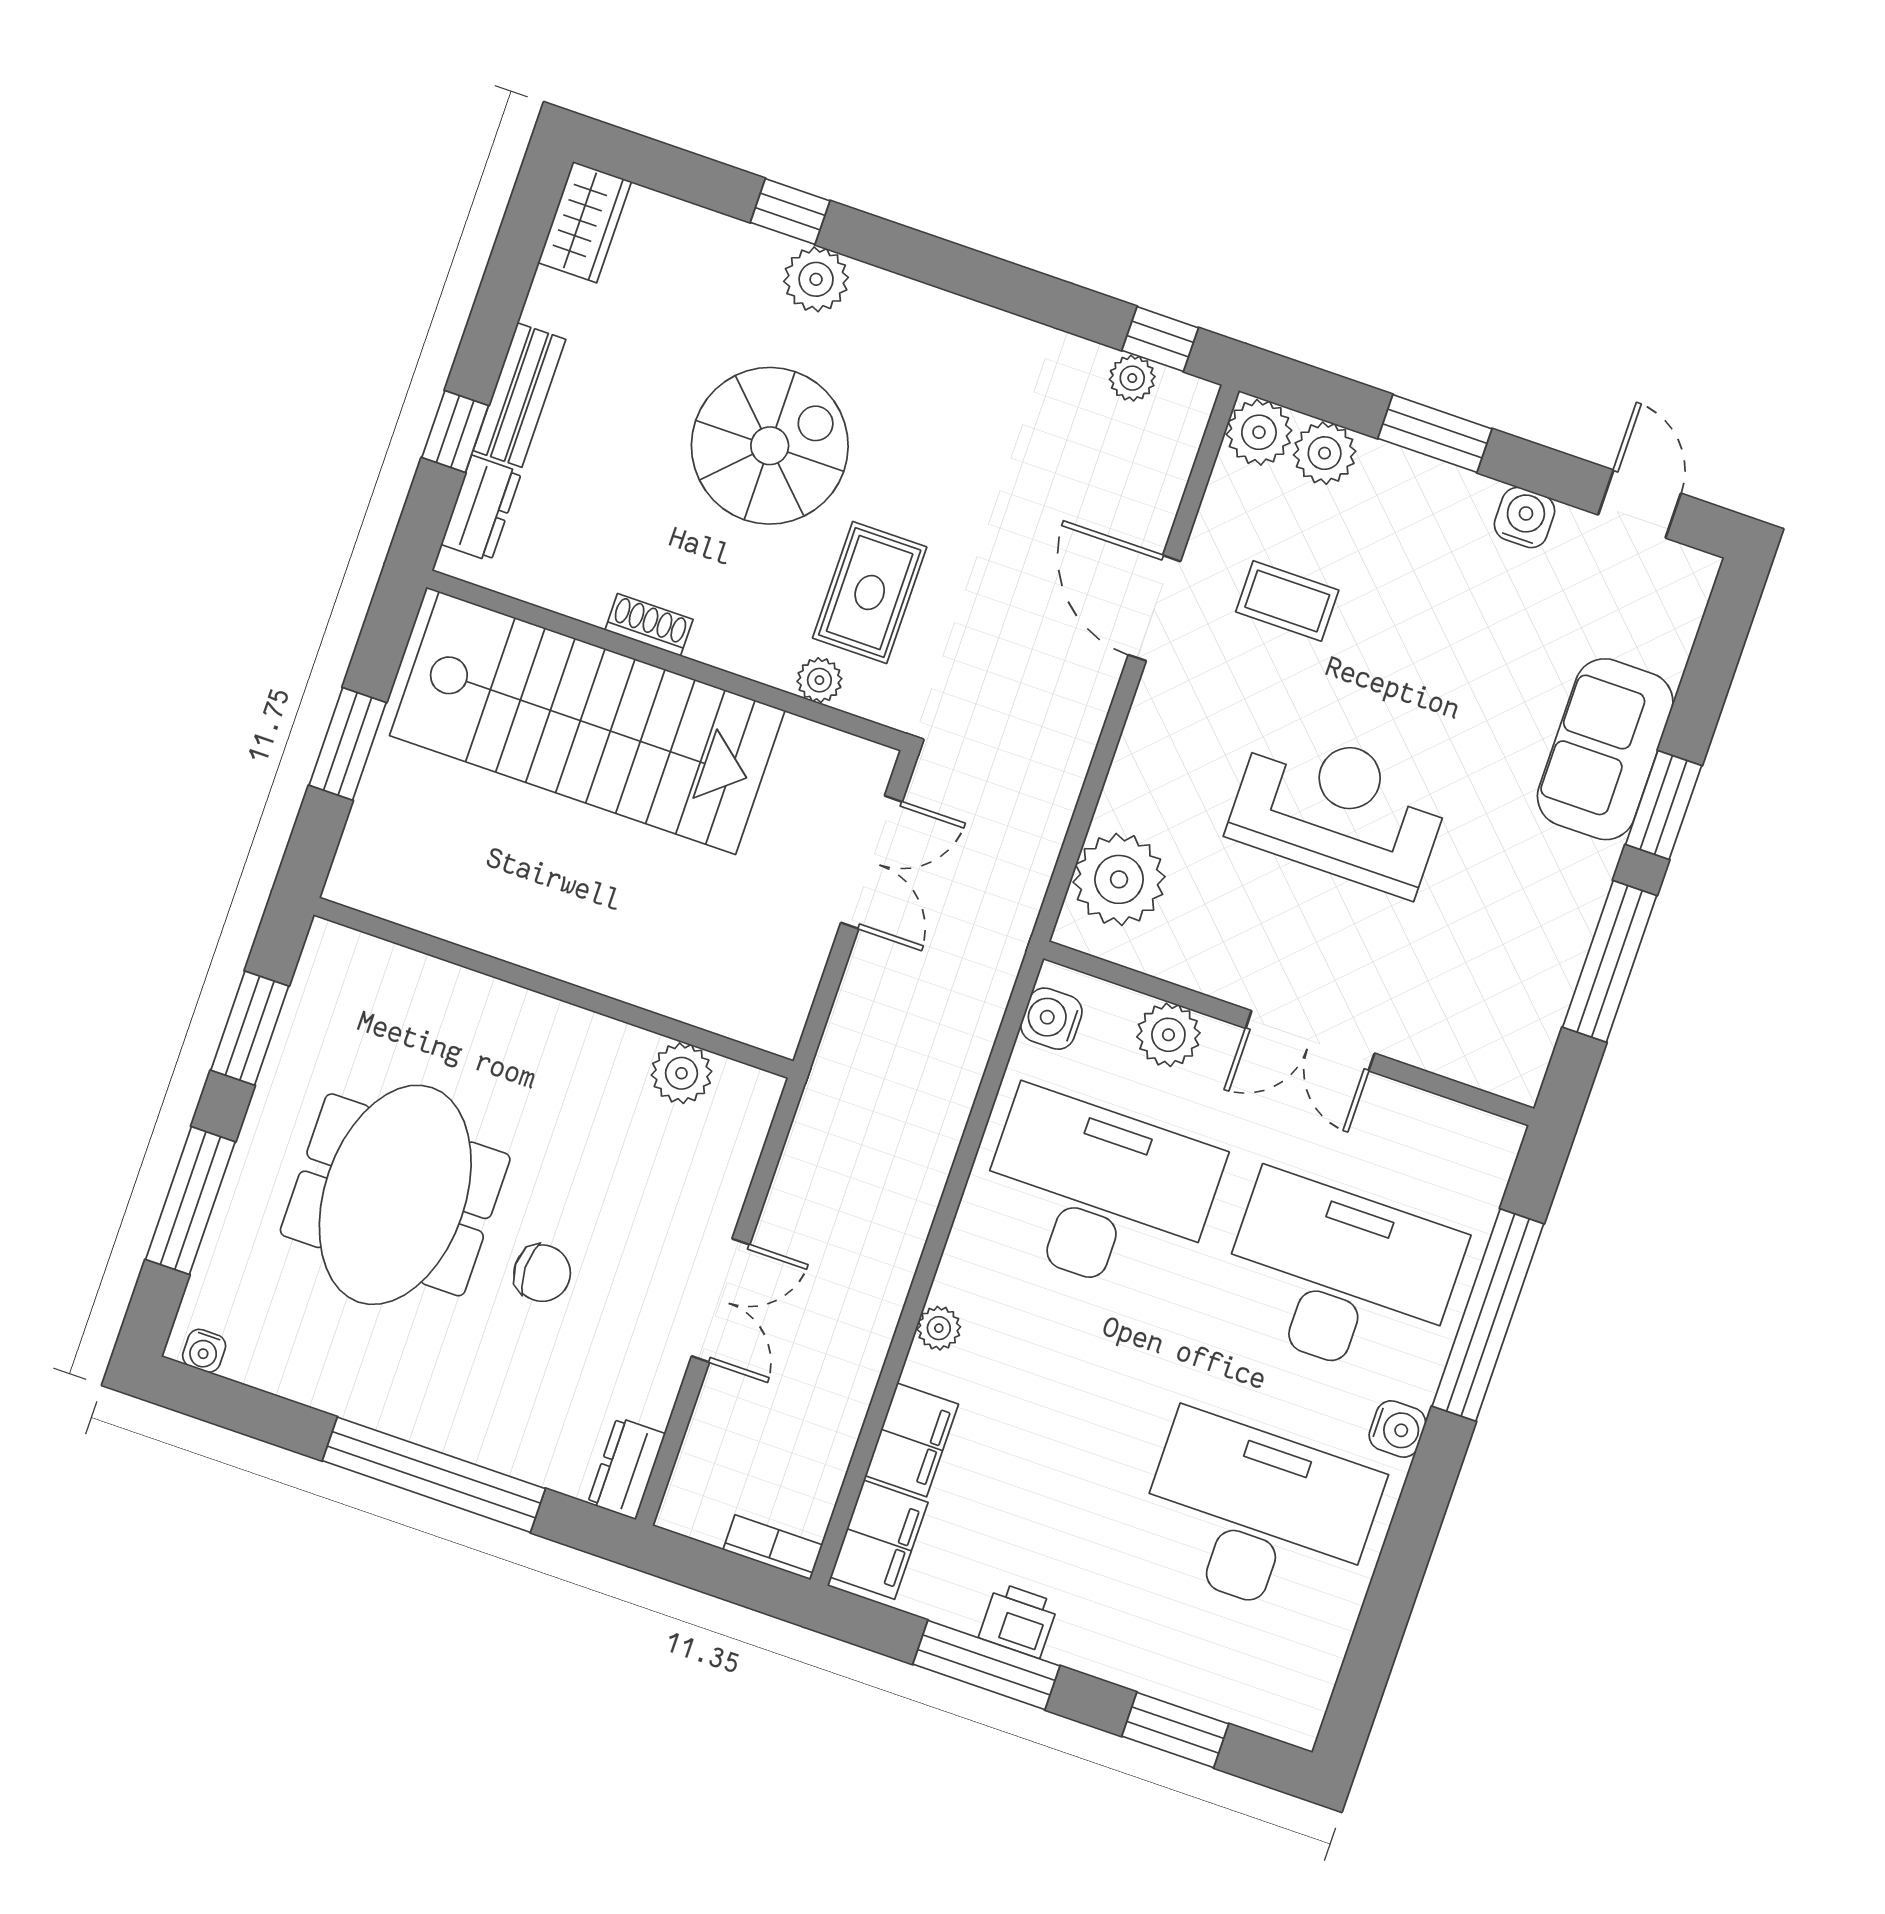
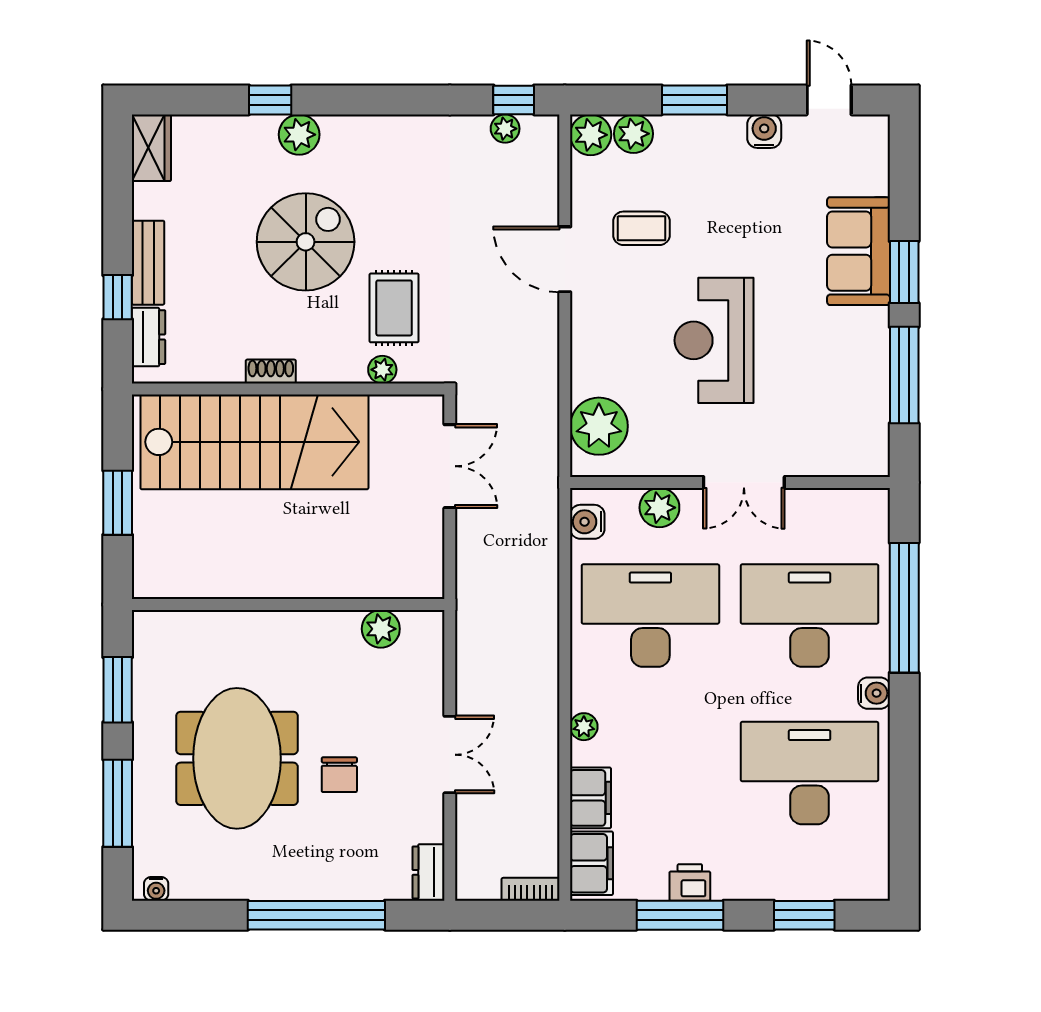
reception desk: (1339, 809) -> (714, 340), turned -90
chair: (542, 1273) -> (339, 775), turned 90

